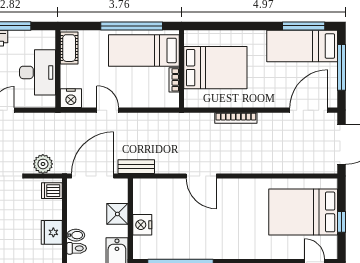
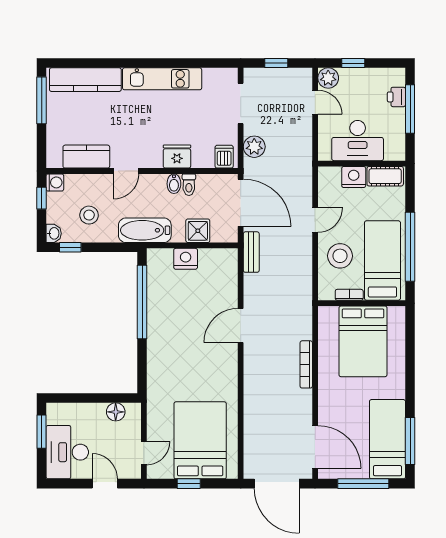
stool: (140, 88) -> (340, 256), added
nightstand: (71, 98) -> (354, 177), moved, turned 90
toilet: (77, 248) -> (189, 185), moved

